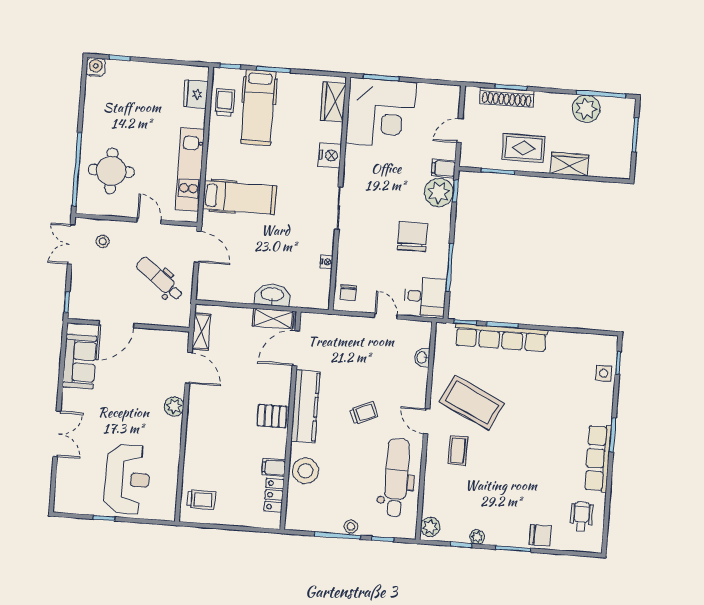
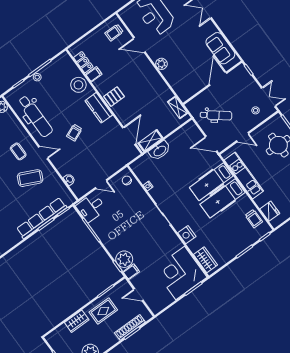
hospital bed: (258, 107) -> (223, 198), moved, turned -90
door: (460, 131) -> (138, 295), swing flipped
chair: (413, 237) -> (119, 230), removed
door: (189, 368) -> (139, 45), moved
coffee table: (472, 403) -> (30, 178), width x0.73, depth x0.76
kitchen counter: (305, 406) -> (99, 108), width x0.67

